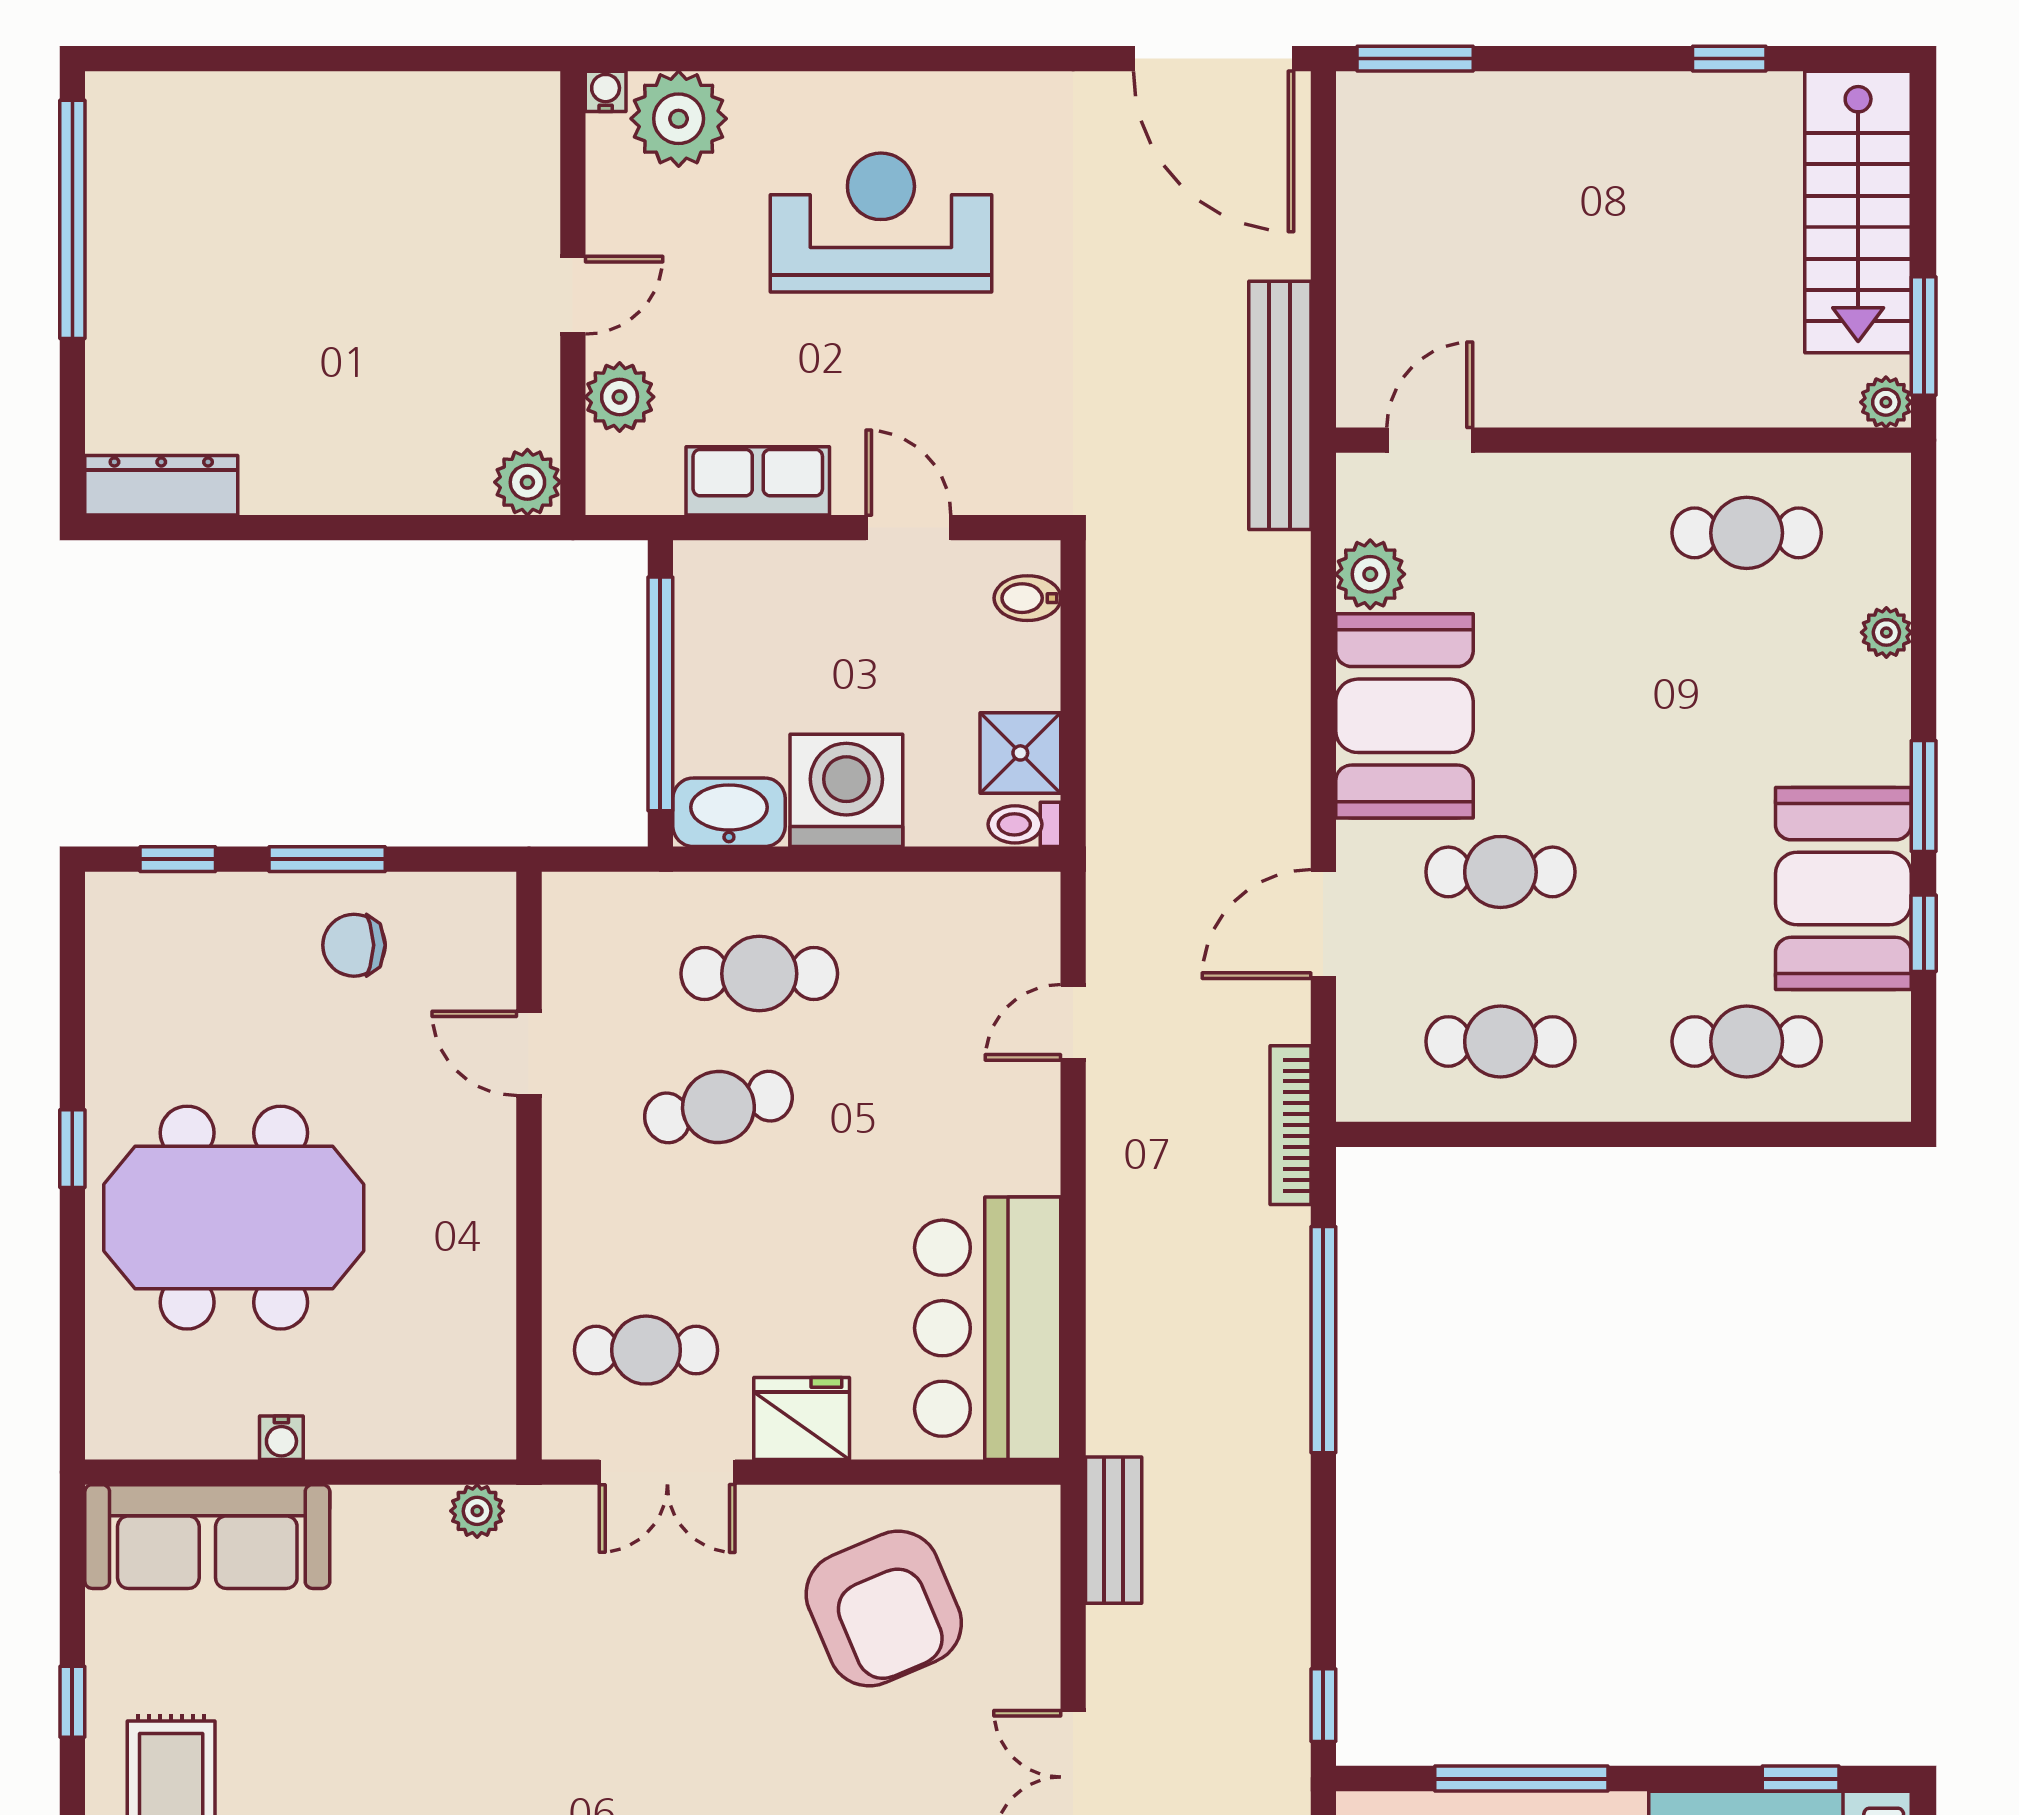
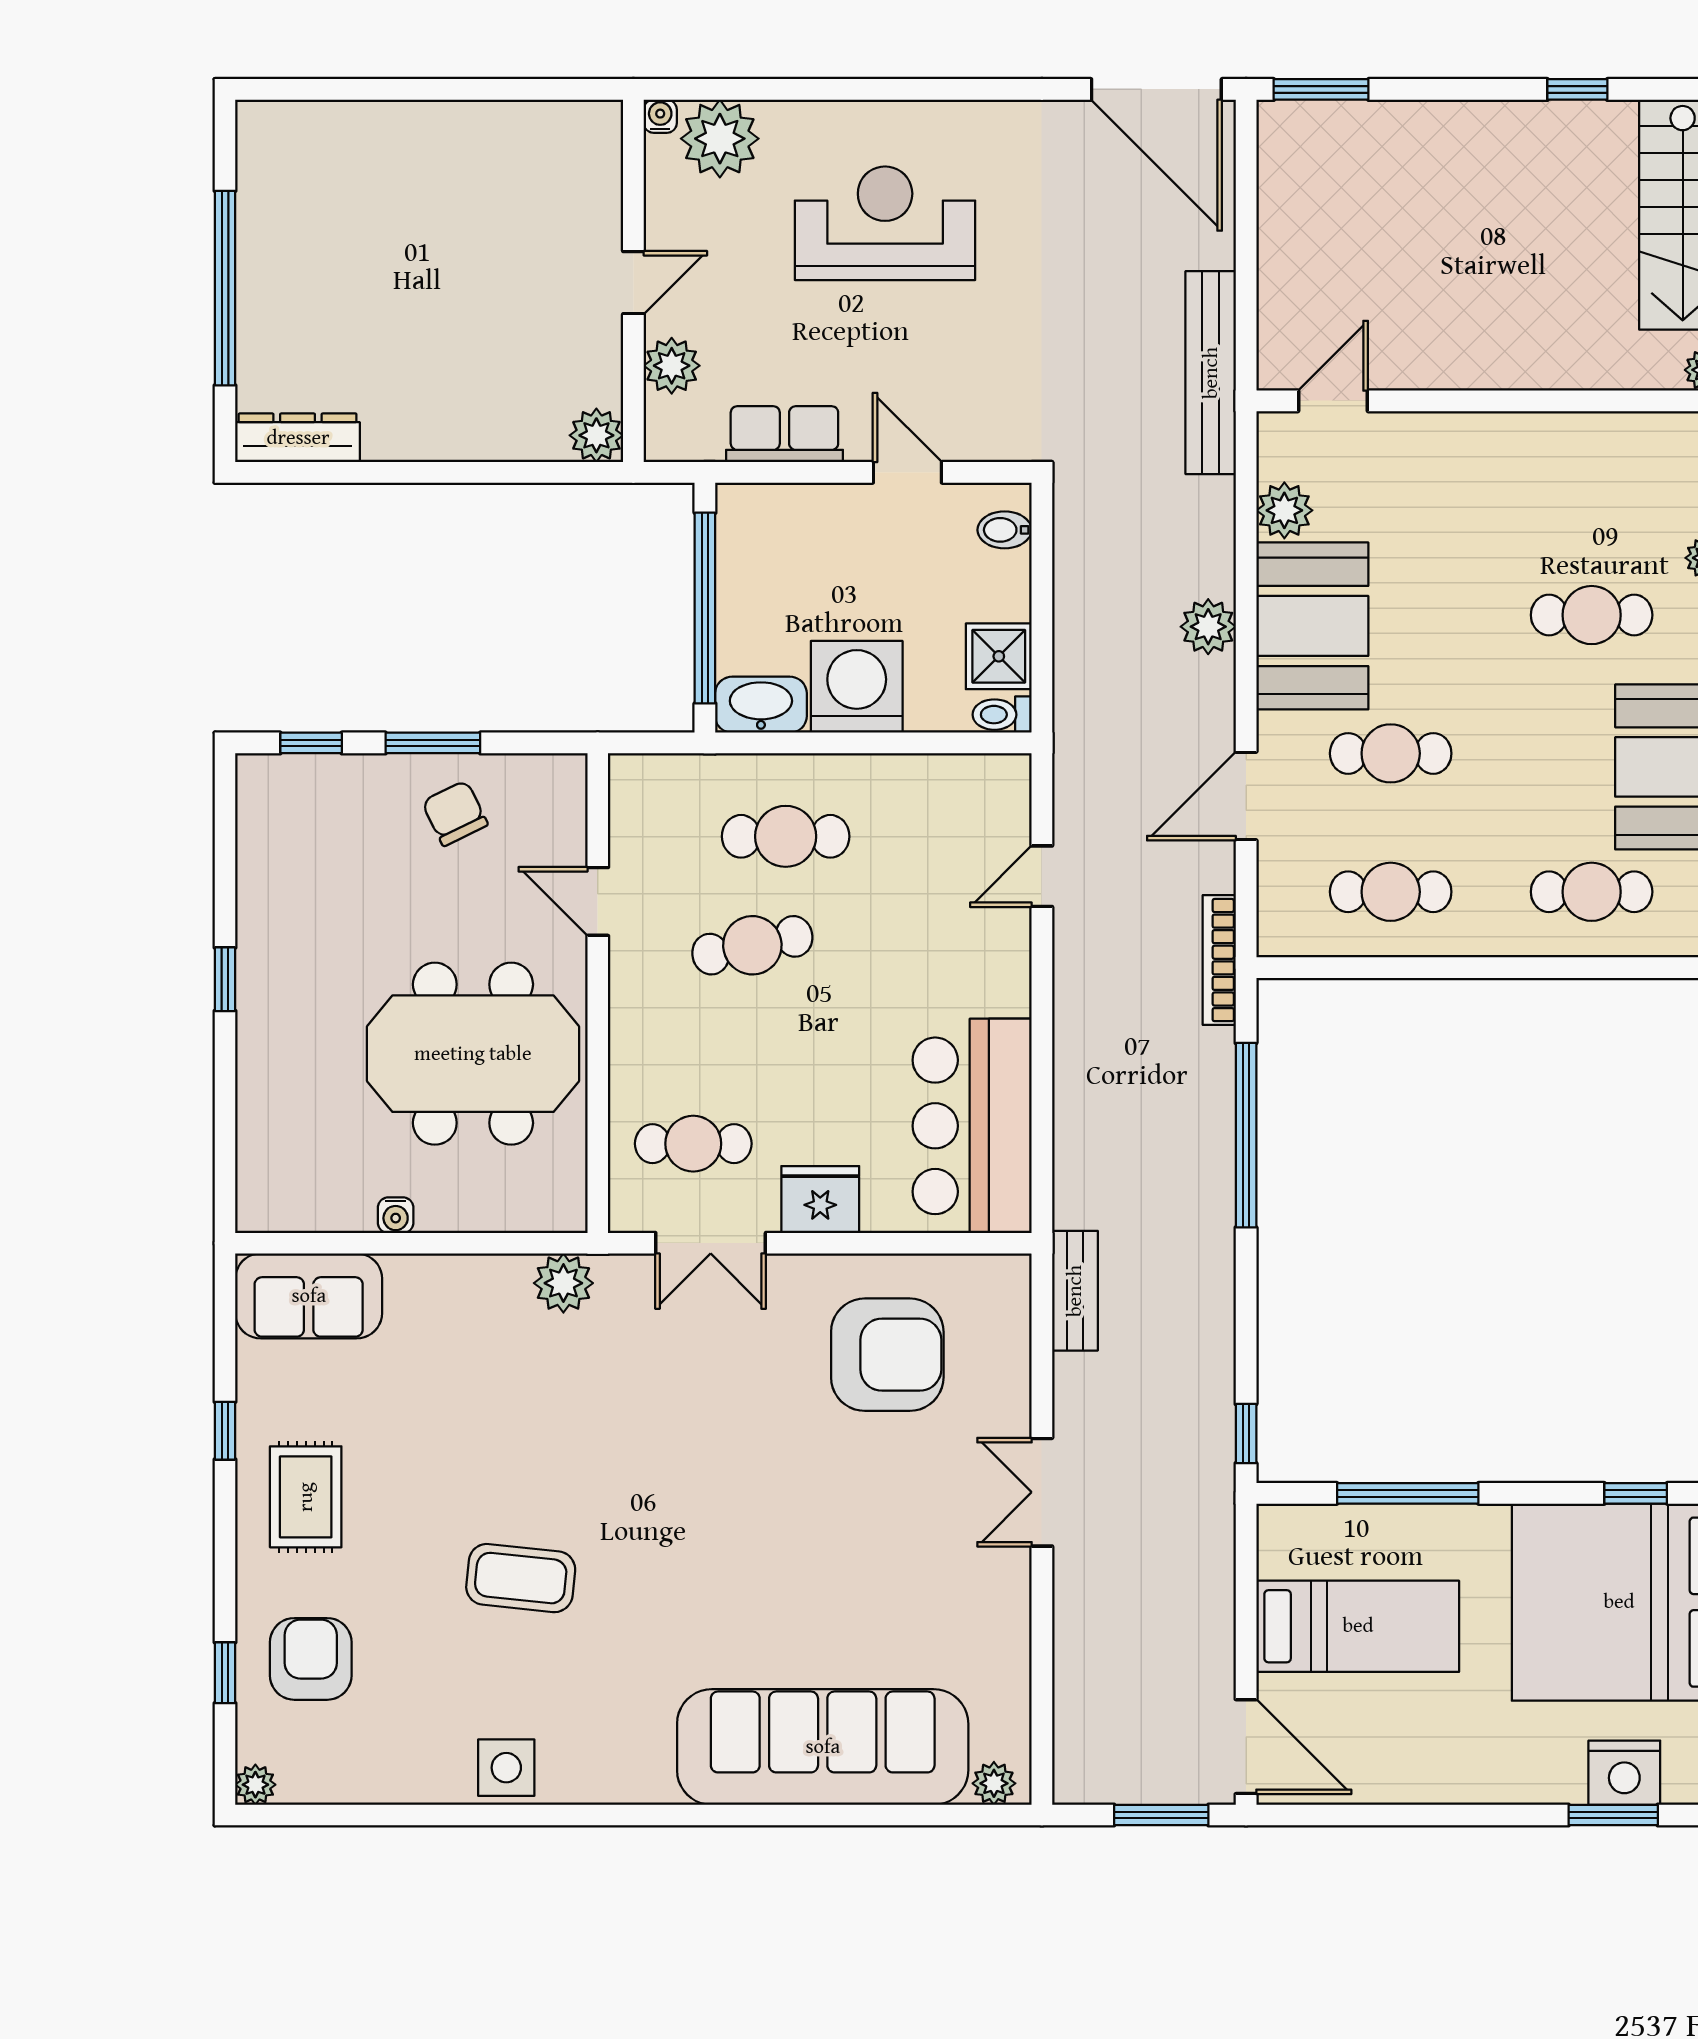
window: (72, 219) -> (225, 288), moved
cafe table: (1747, 533) -> (1592, 615), moved
plant: (1277, 717) -> (1208, 627), added
chair: (354, 945) -> (455, 813), turned 64
meeting table: (234, 1218) -> (473, 1054), moved
plant: (477, 1511) -> (563, 1283), width x1.38, depth x1.38
sofa: (207, 1537) -> (309, 1296), width x0.73
armchair: (884, 1609) -> (887, 1355), turned -67

